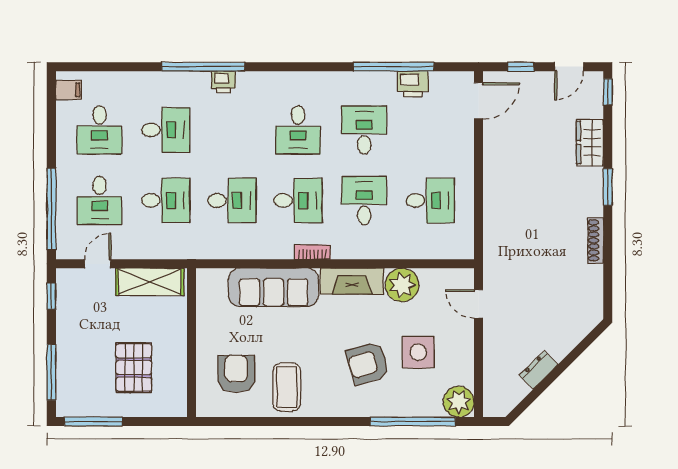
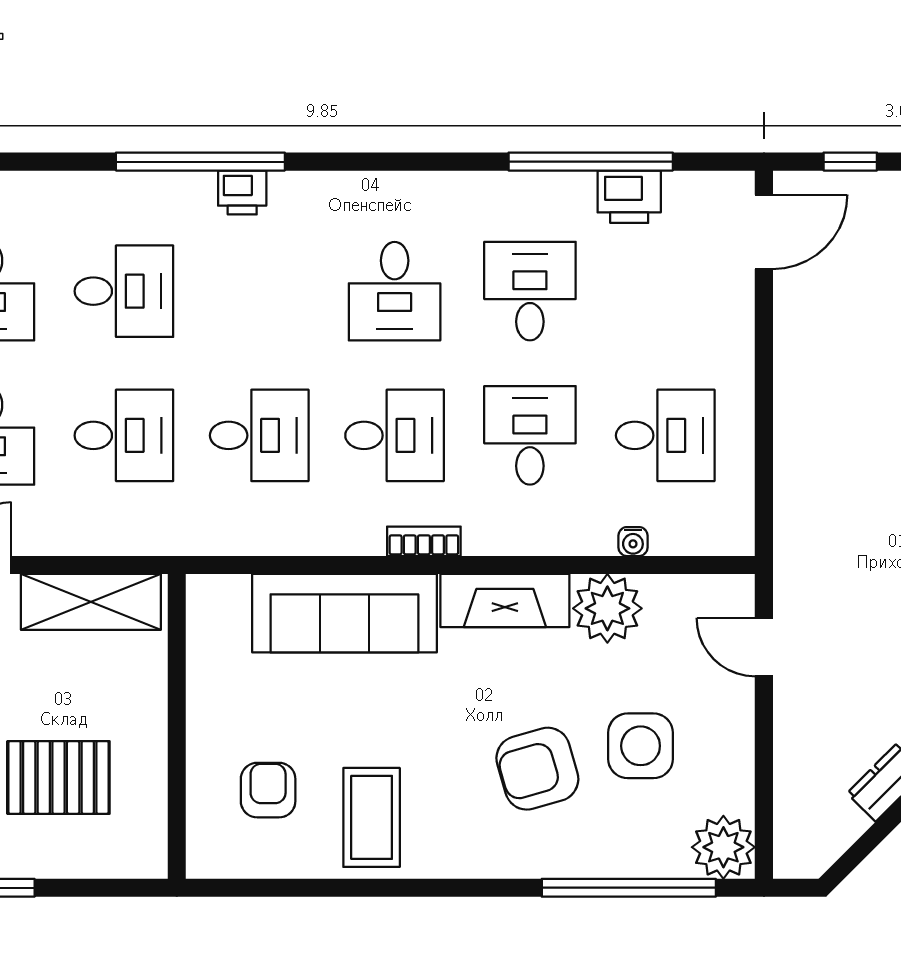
water cooler: (415, 252) -> (633, 542), added
pallet: (134, 368) -> (58, 777), turned 90
armchair: (236, 374) -> (268, 790), width x0.72, depth x0.72

